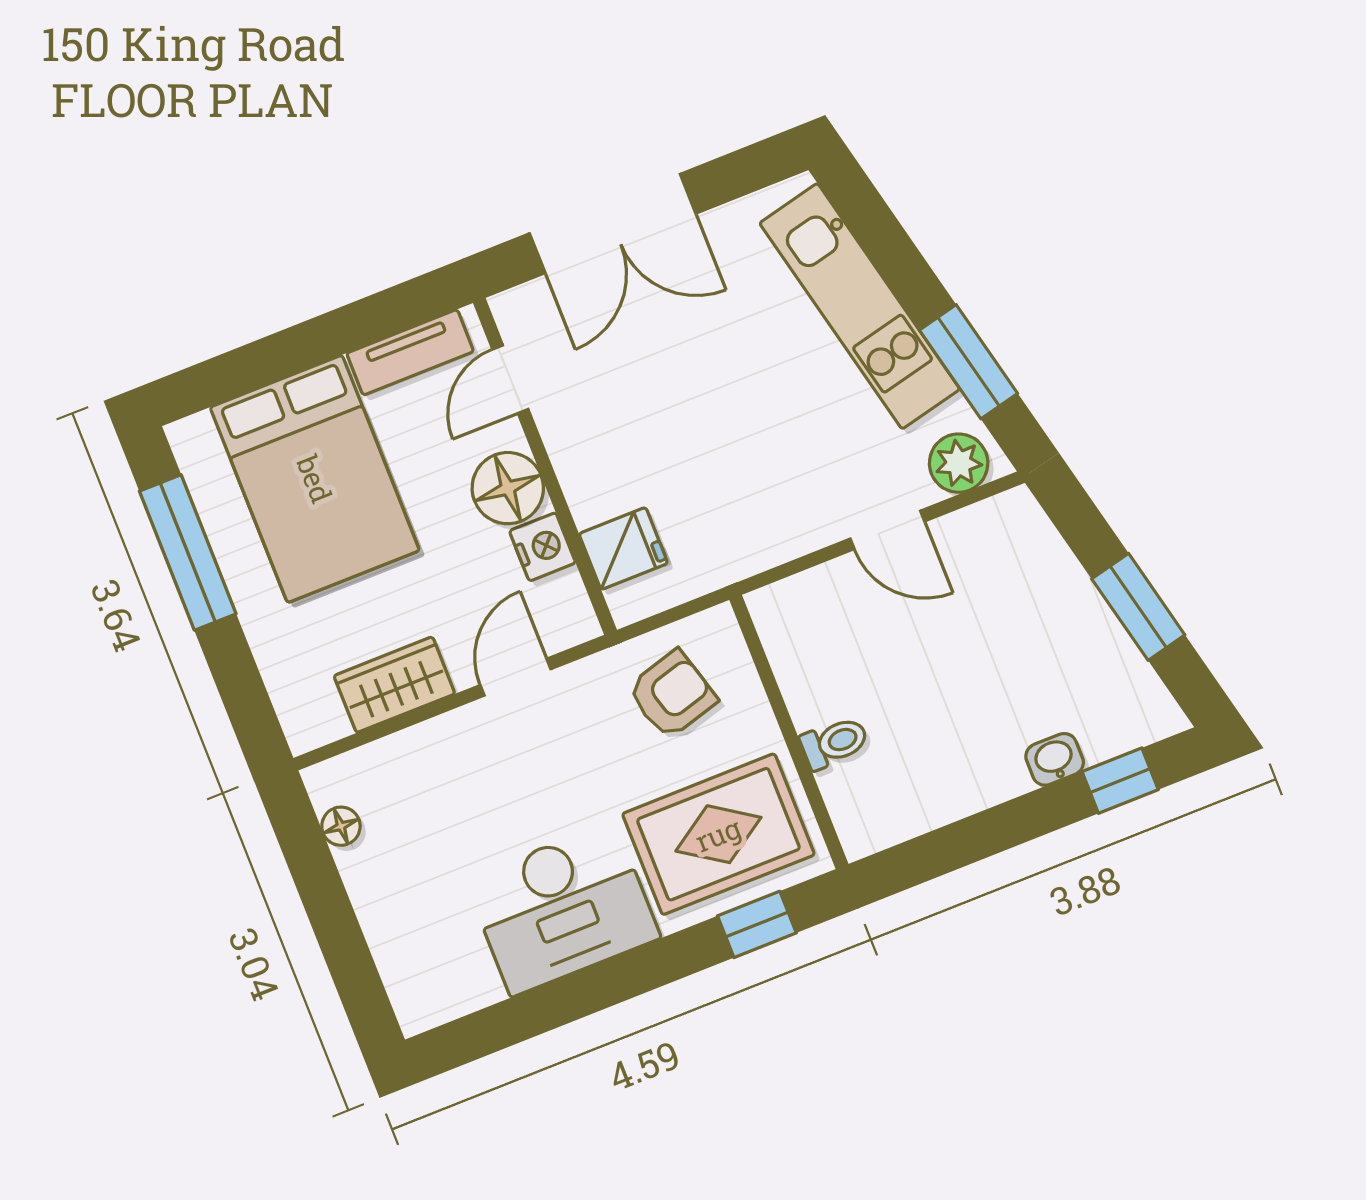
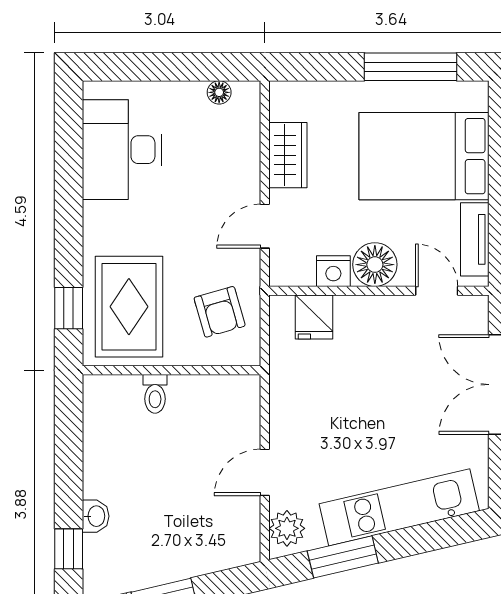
door: (516, 677) -> (265, 226), swing flipped
desk: (563, 909) -> (122, 150), moved

